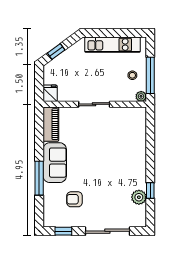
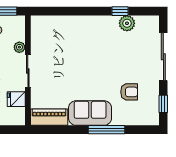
fridge: (50, 93) -> (16, 99), moved
plant: (141, 96) -> (19, 47), moved
armchair: (74, 199) -> (129, 92), turned -90

